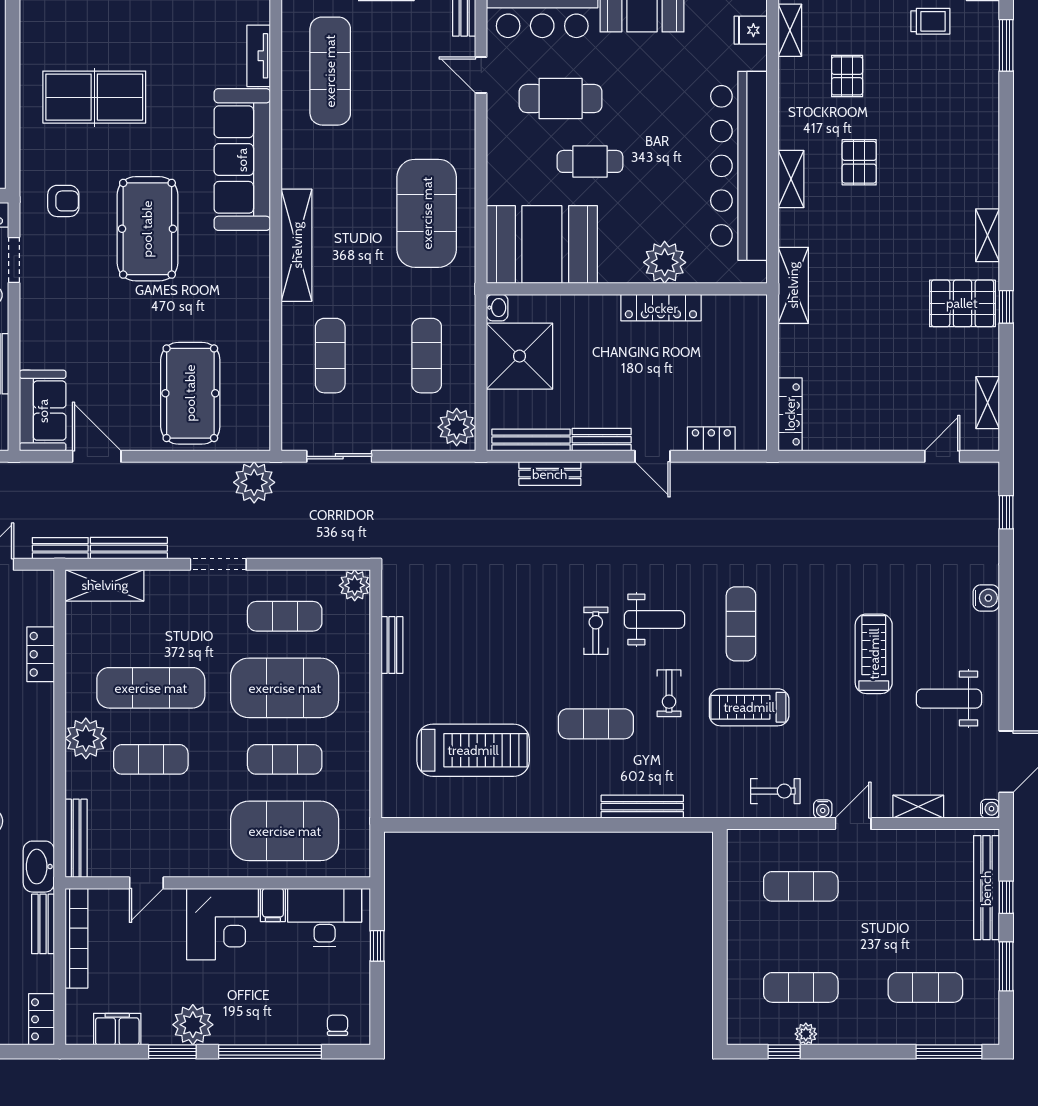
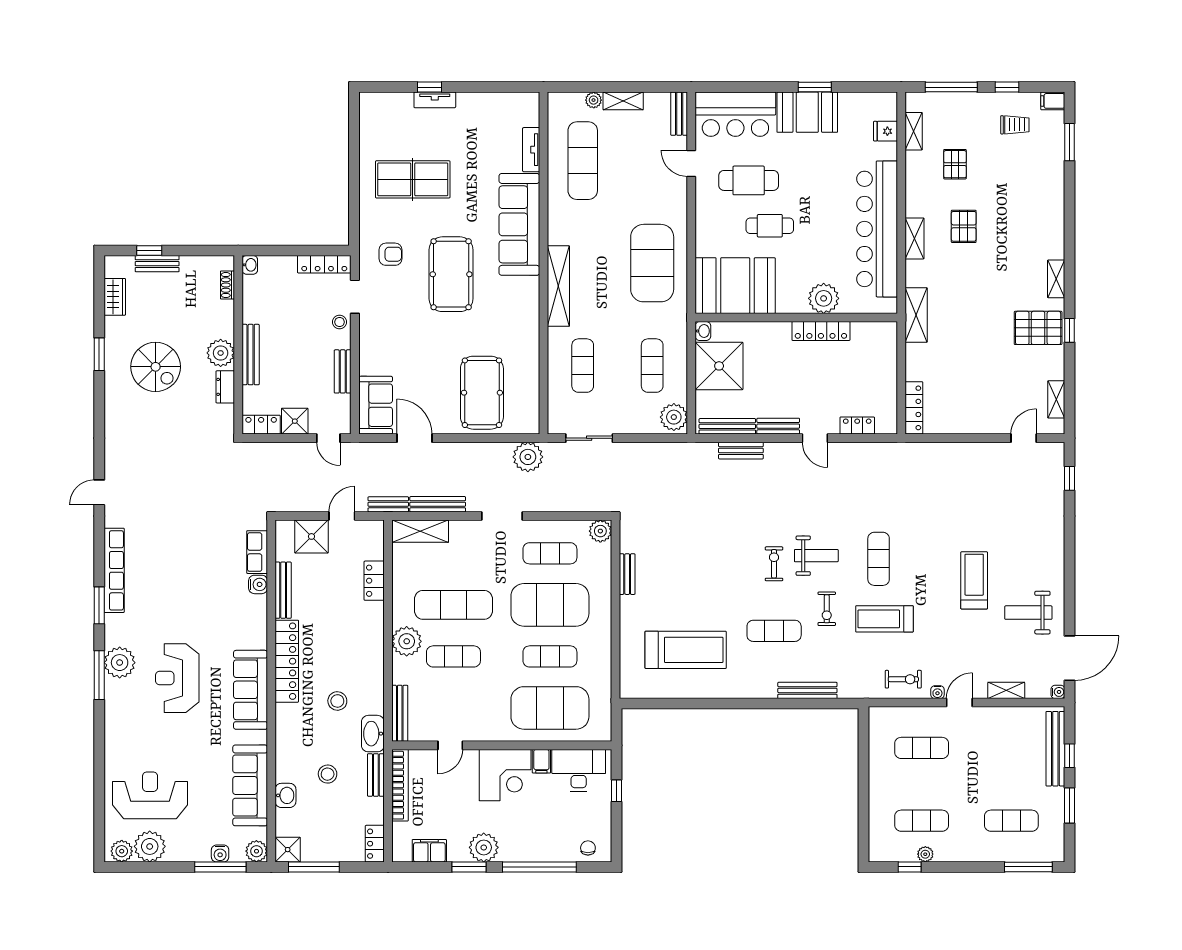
water cooler: (986, 598) -> (1055, 540), removed

